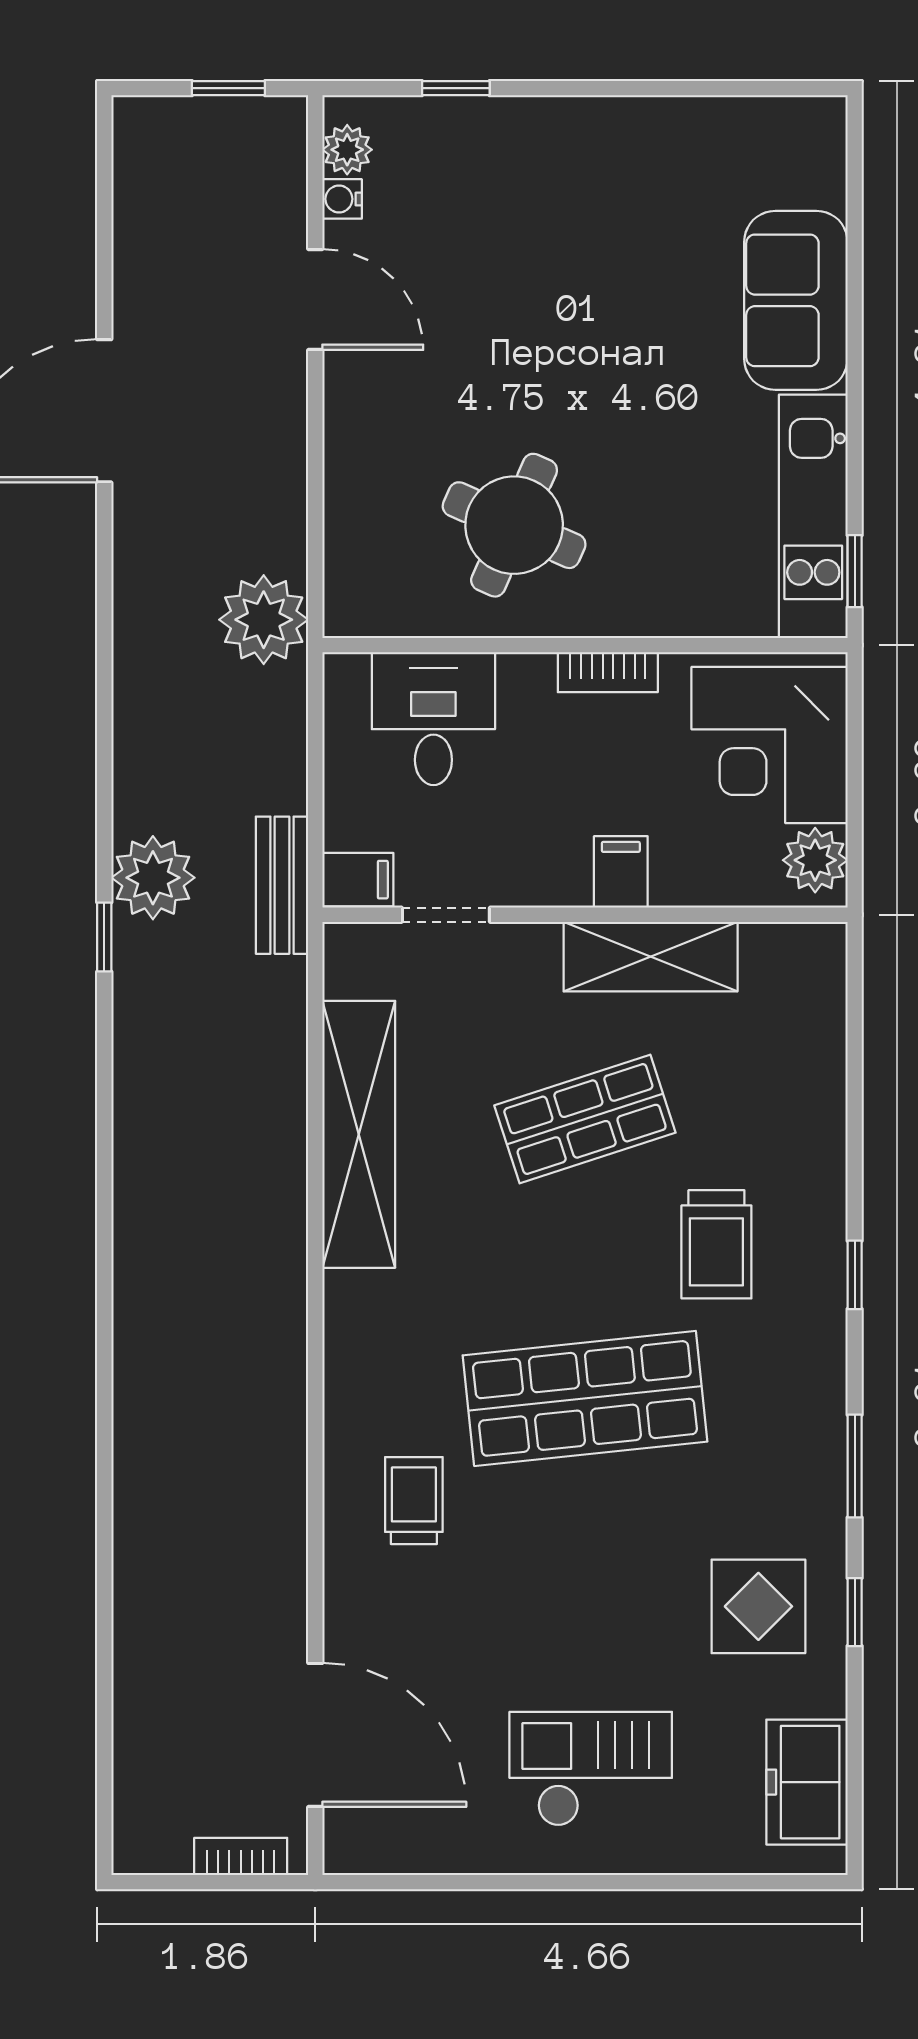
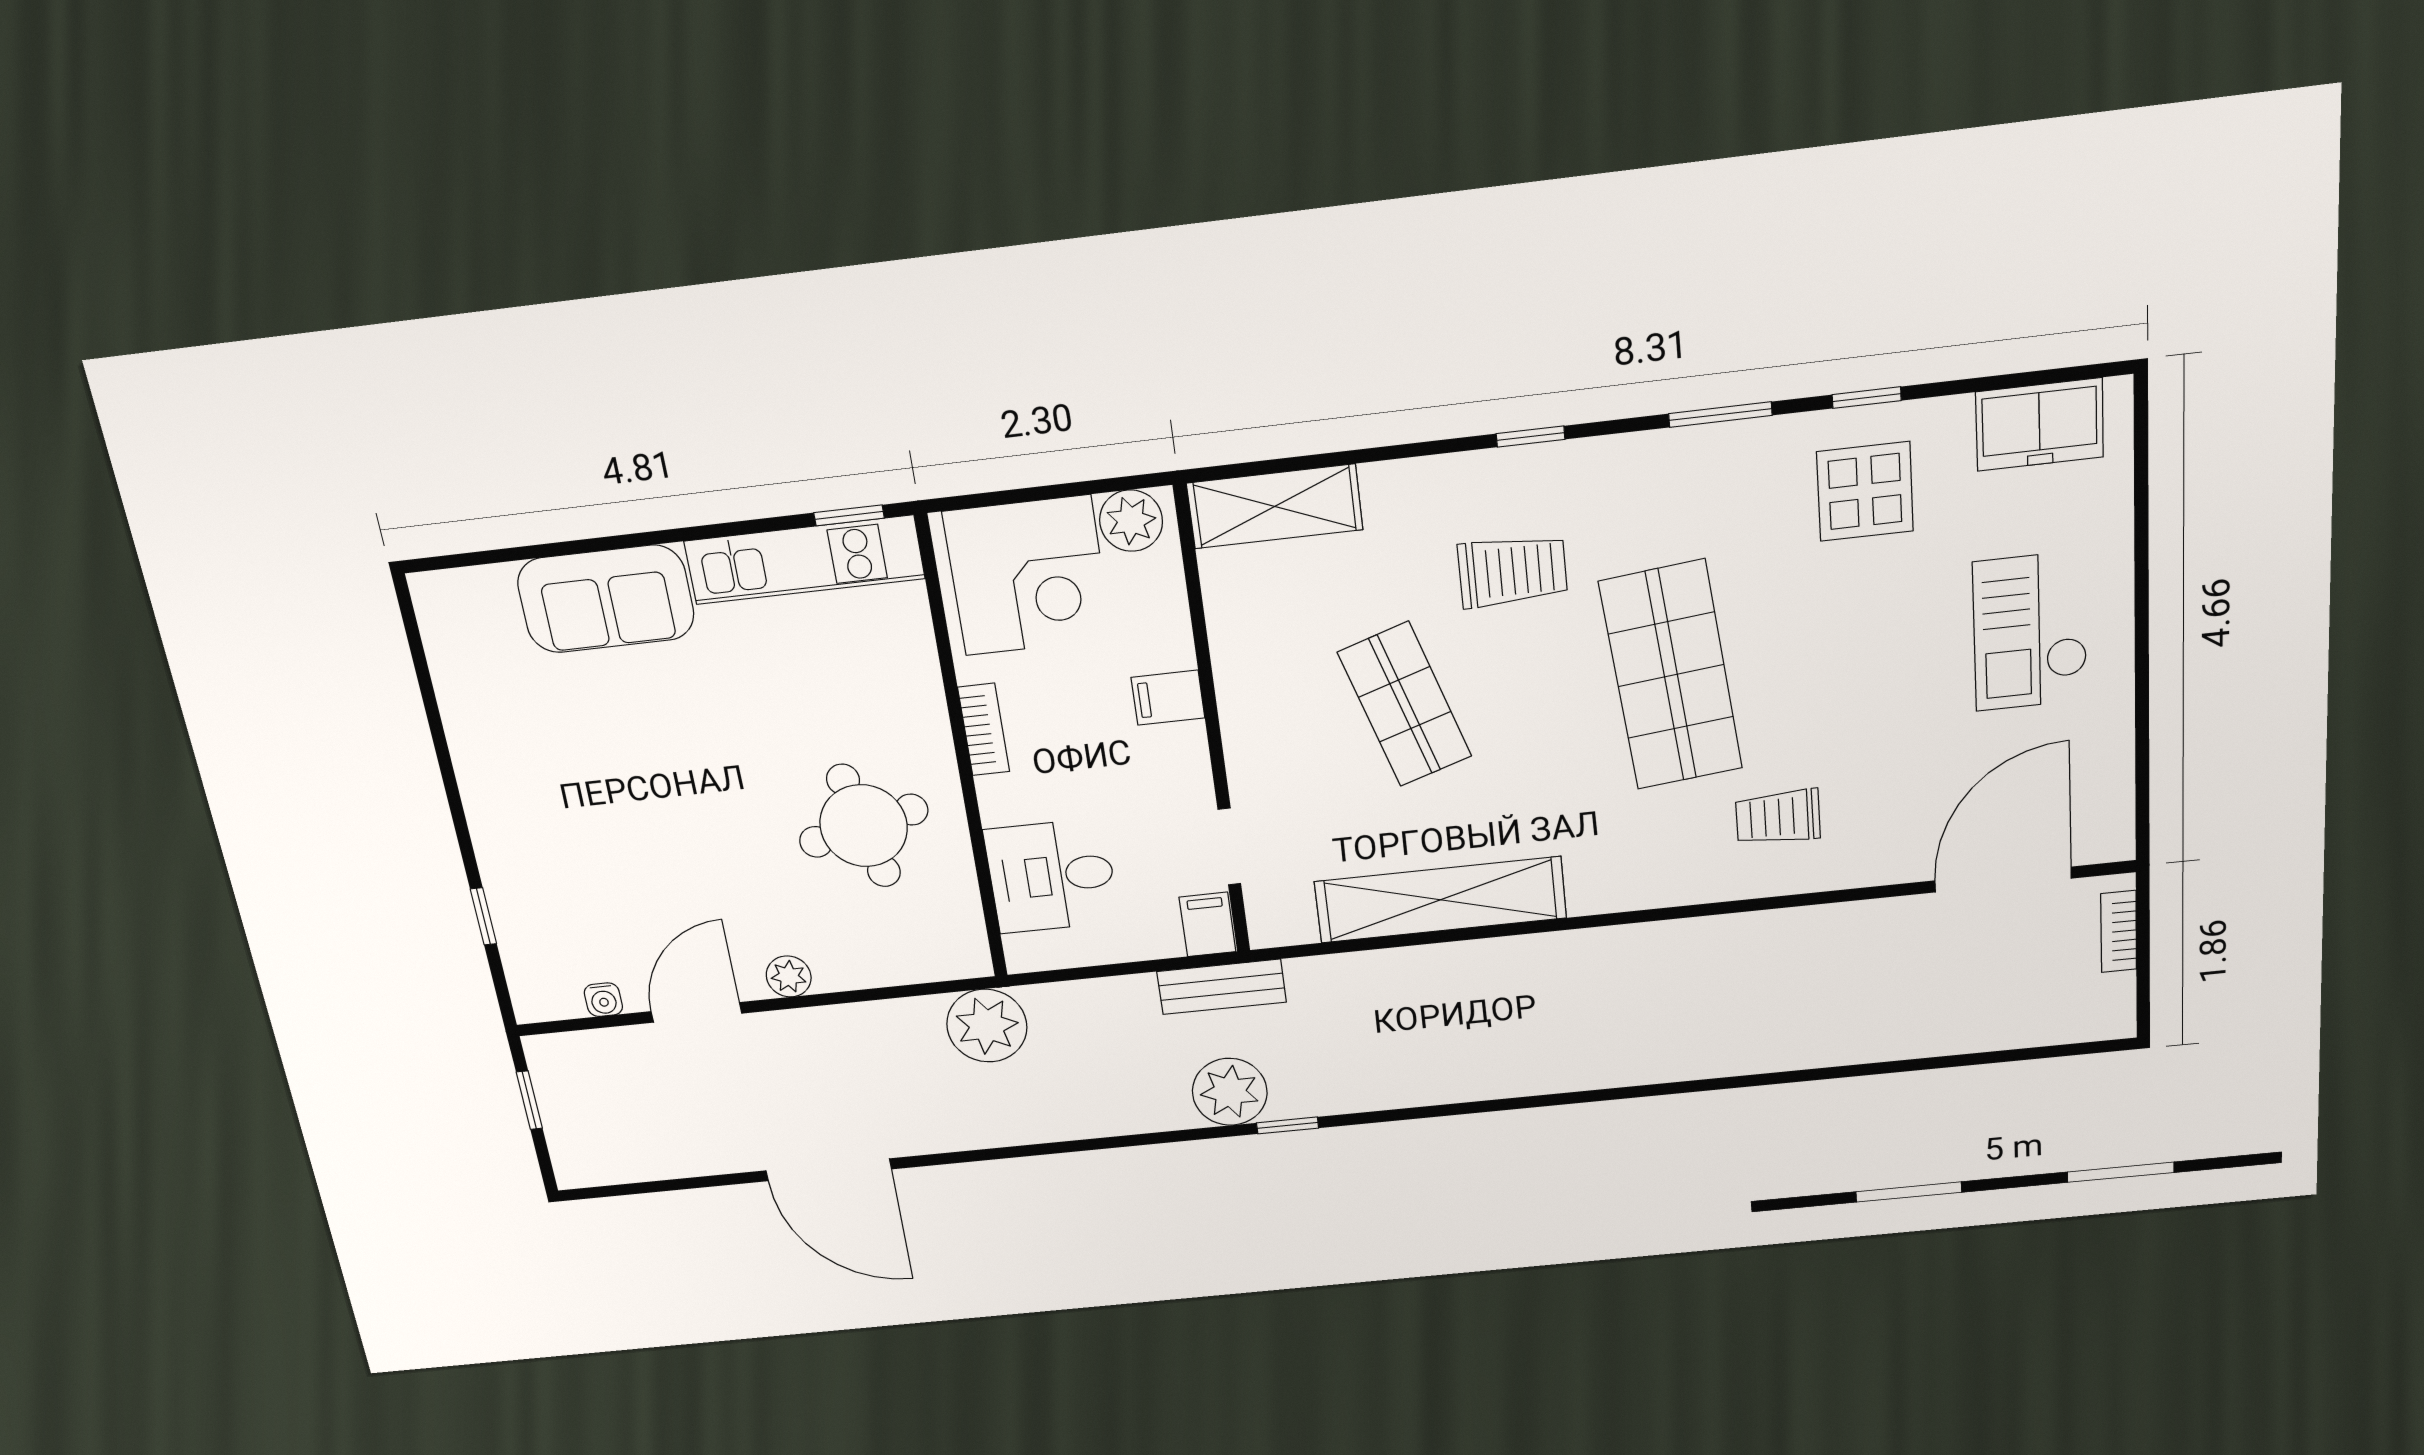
plant: (347, 150) -> (789, 976), moved
round table: (514, 525) -> (864, 826), turned -37
shelving: (651, 957) -> (1275, 506), moved, turned 90

